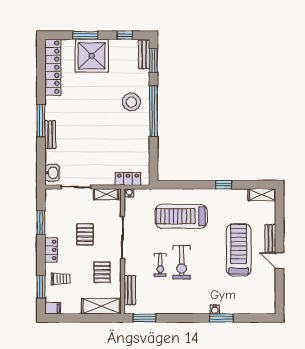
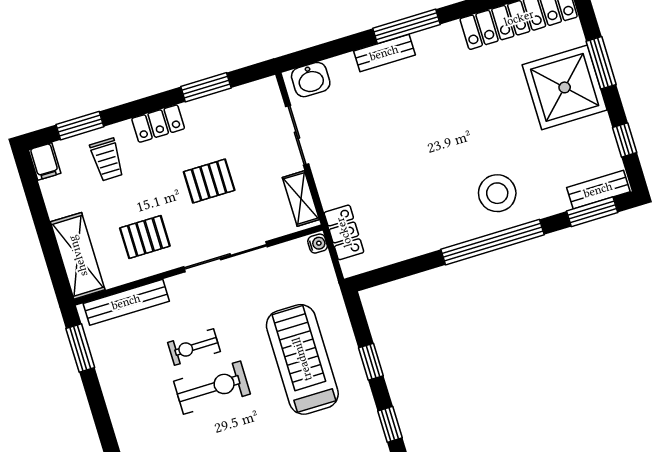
window: (192, 185) -> (371, 362), added
exercise bike: (182, 262) -> (212, 388), turned 180
bench: (130, 290) -> (126, 302), width x1.36

